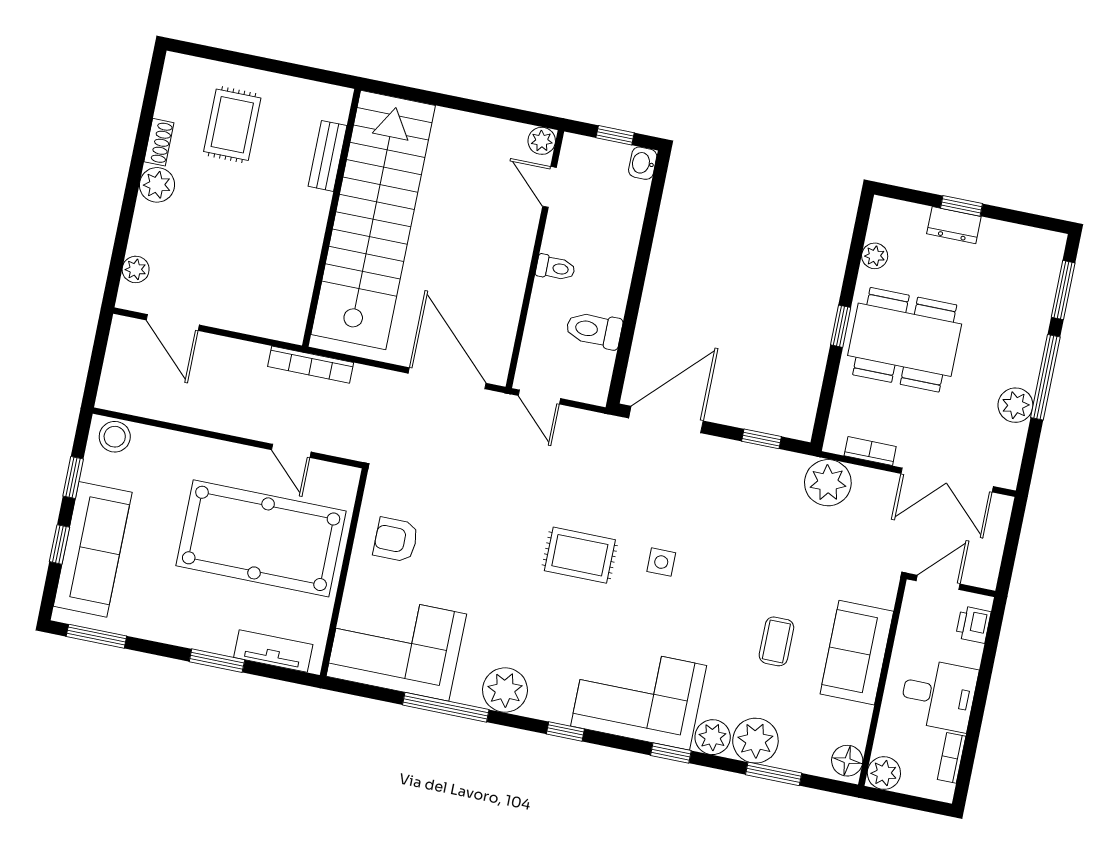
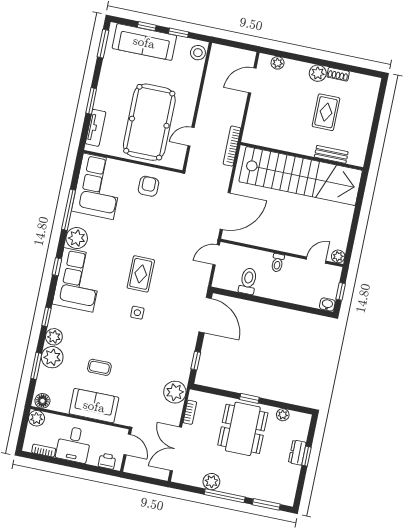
rug: (232, 125) -> (326, 112), moved, turned 90
corner sofa: (639, 696) -> (78, 280), moved

